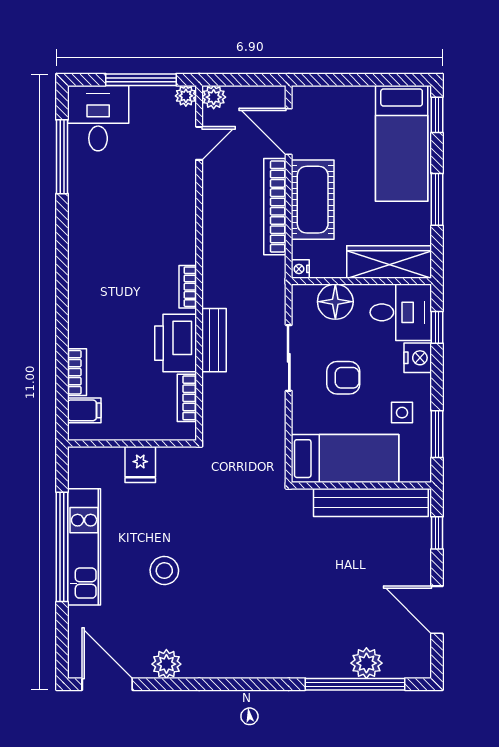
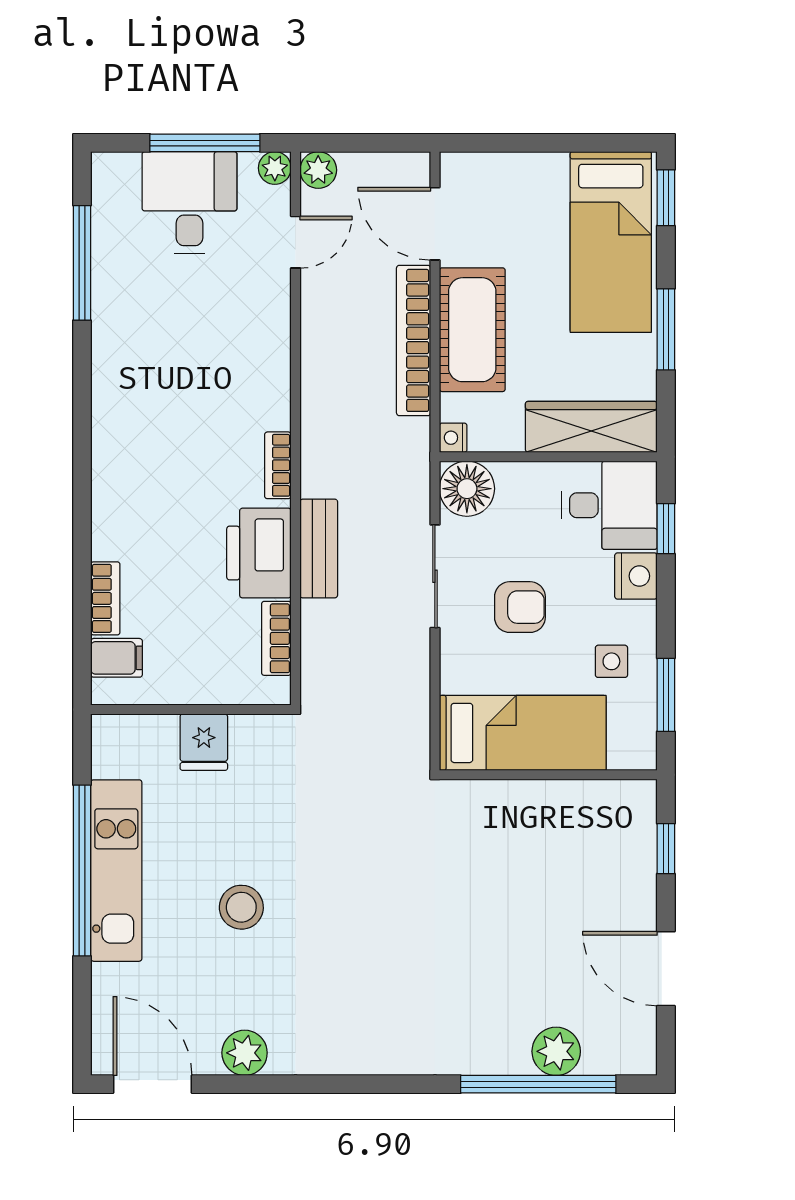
desk: (98, 118) -> (189, 203), moved
floor lamp: (335, 302) -> (467, 489), moved
bench: (371, 503) -> (563, 801), removed

